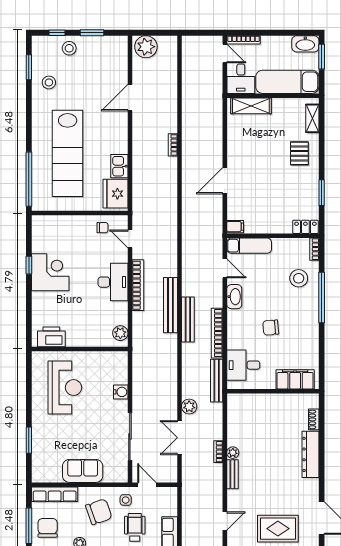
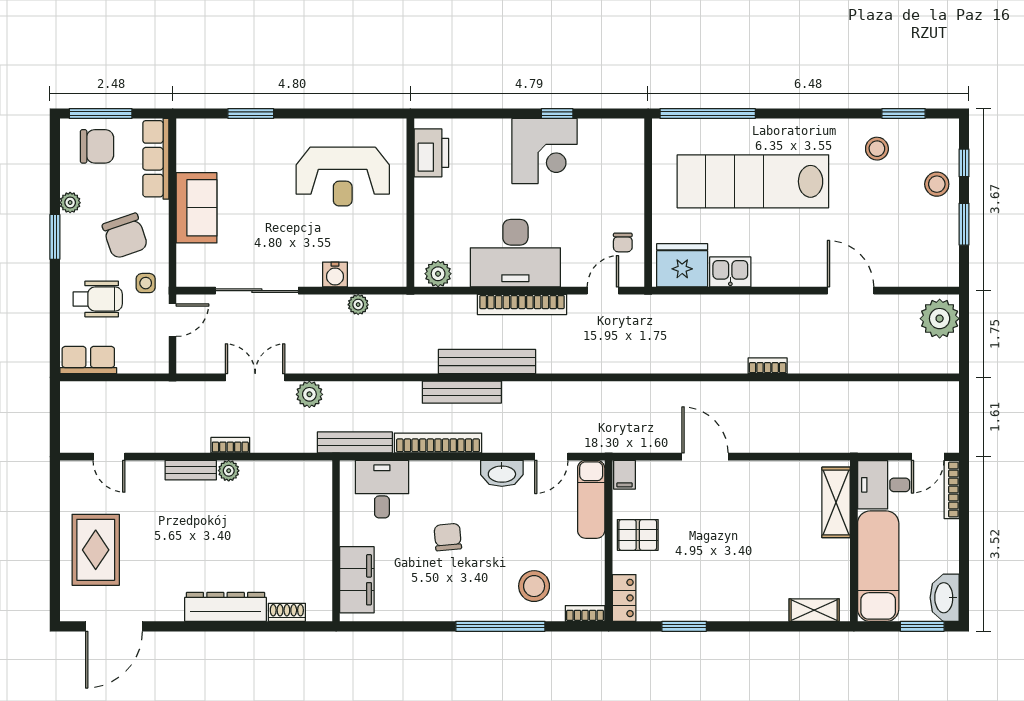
pallet: (299, 153) -> (638, 535), moved
desk: (113, 282) -> (515, 253), width x1.36, depth x1.30
plant: (138, 379) -> (358, 305), added

